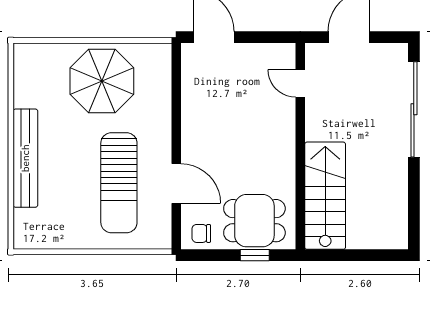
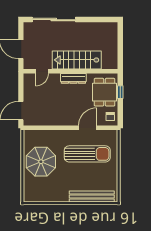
dresser: (285, 152) -> (73, 78), added
bench: (25, 158) -> (92, 197), moved
stairs: (325, 196) -> (77, 60), moved

